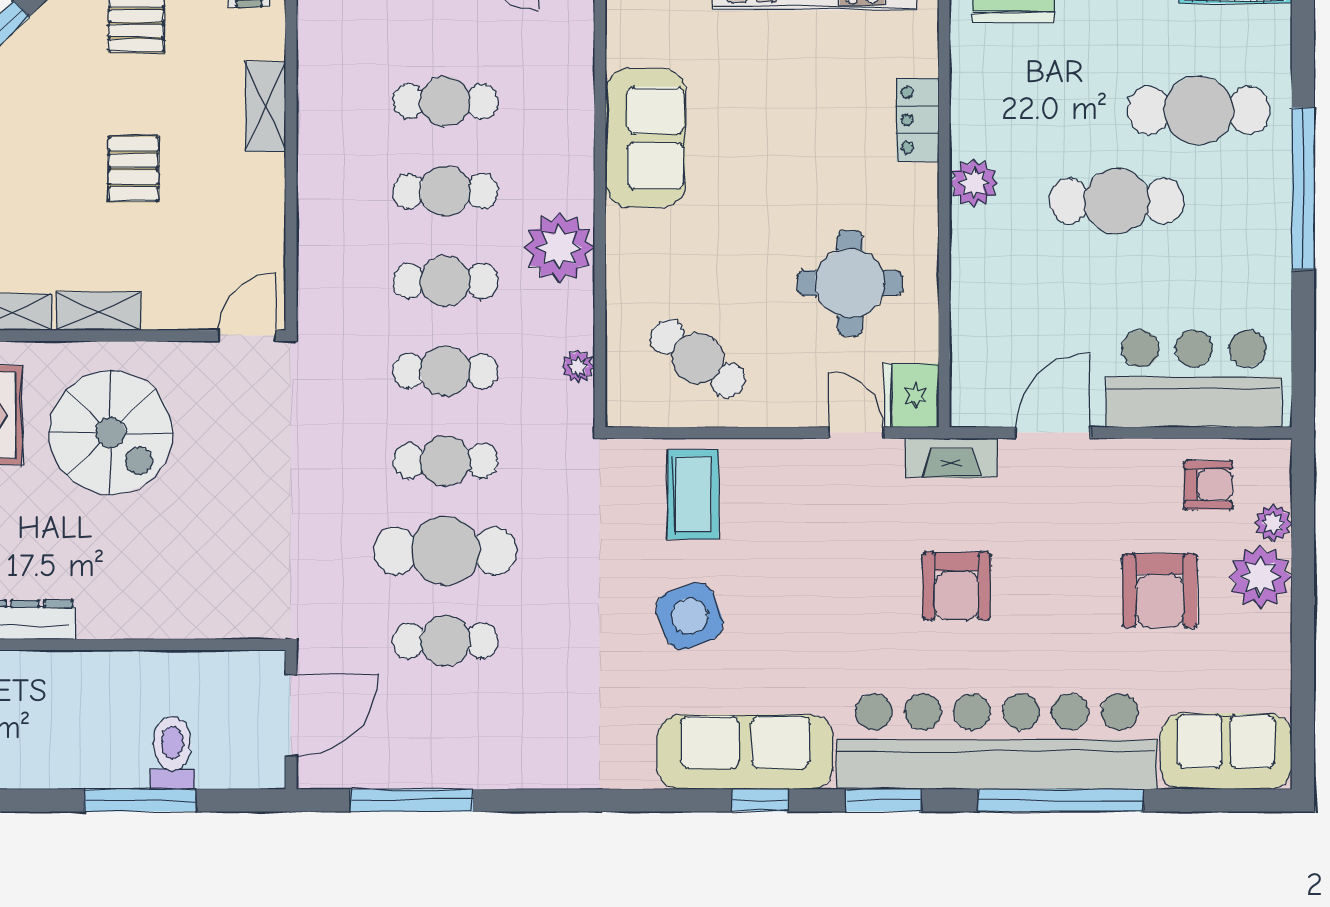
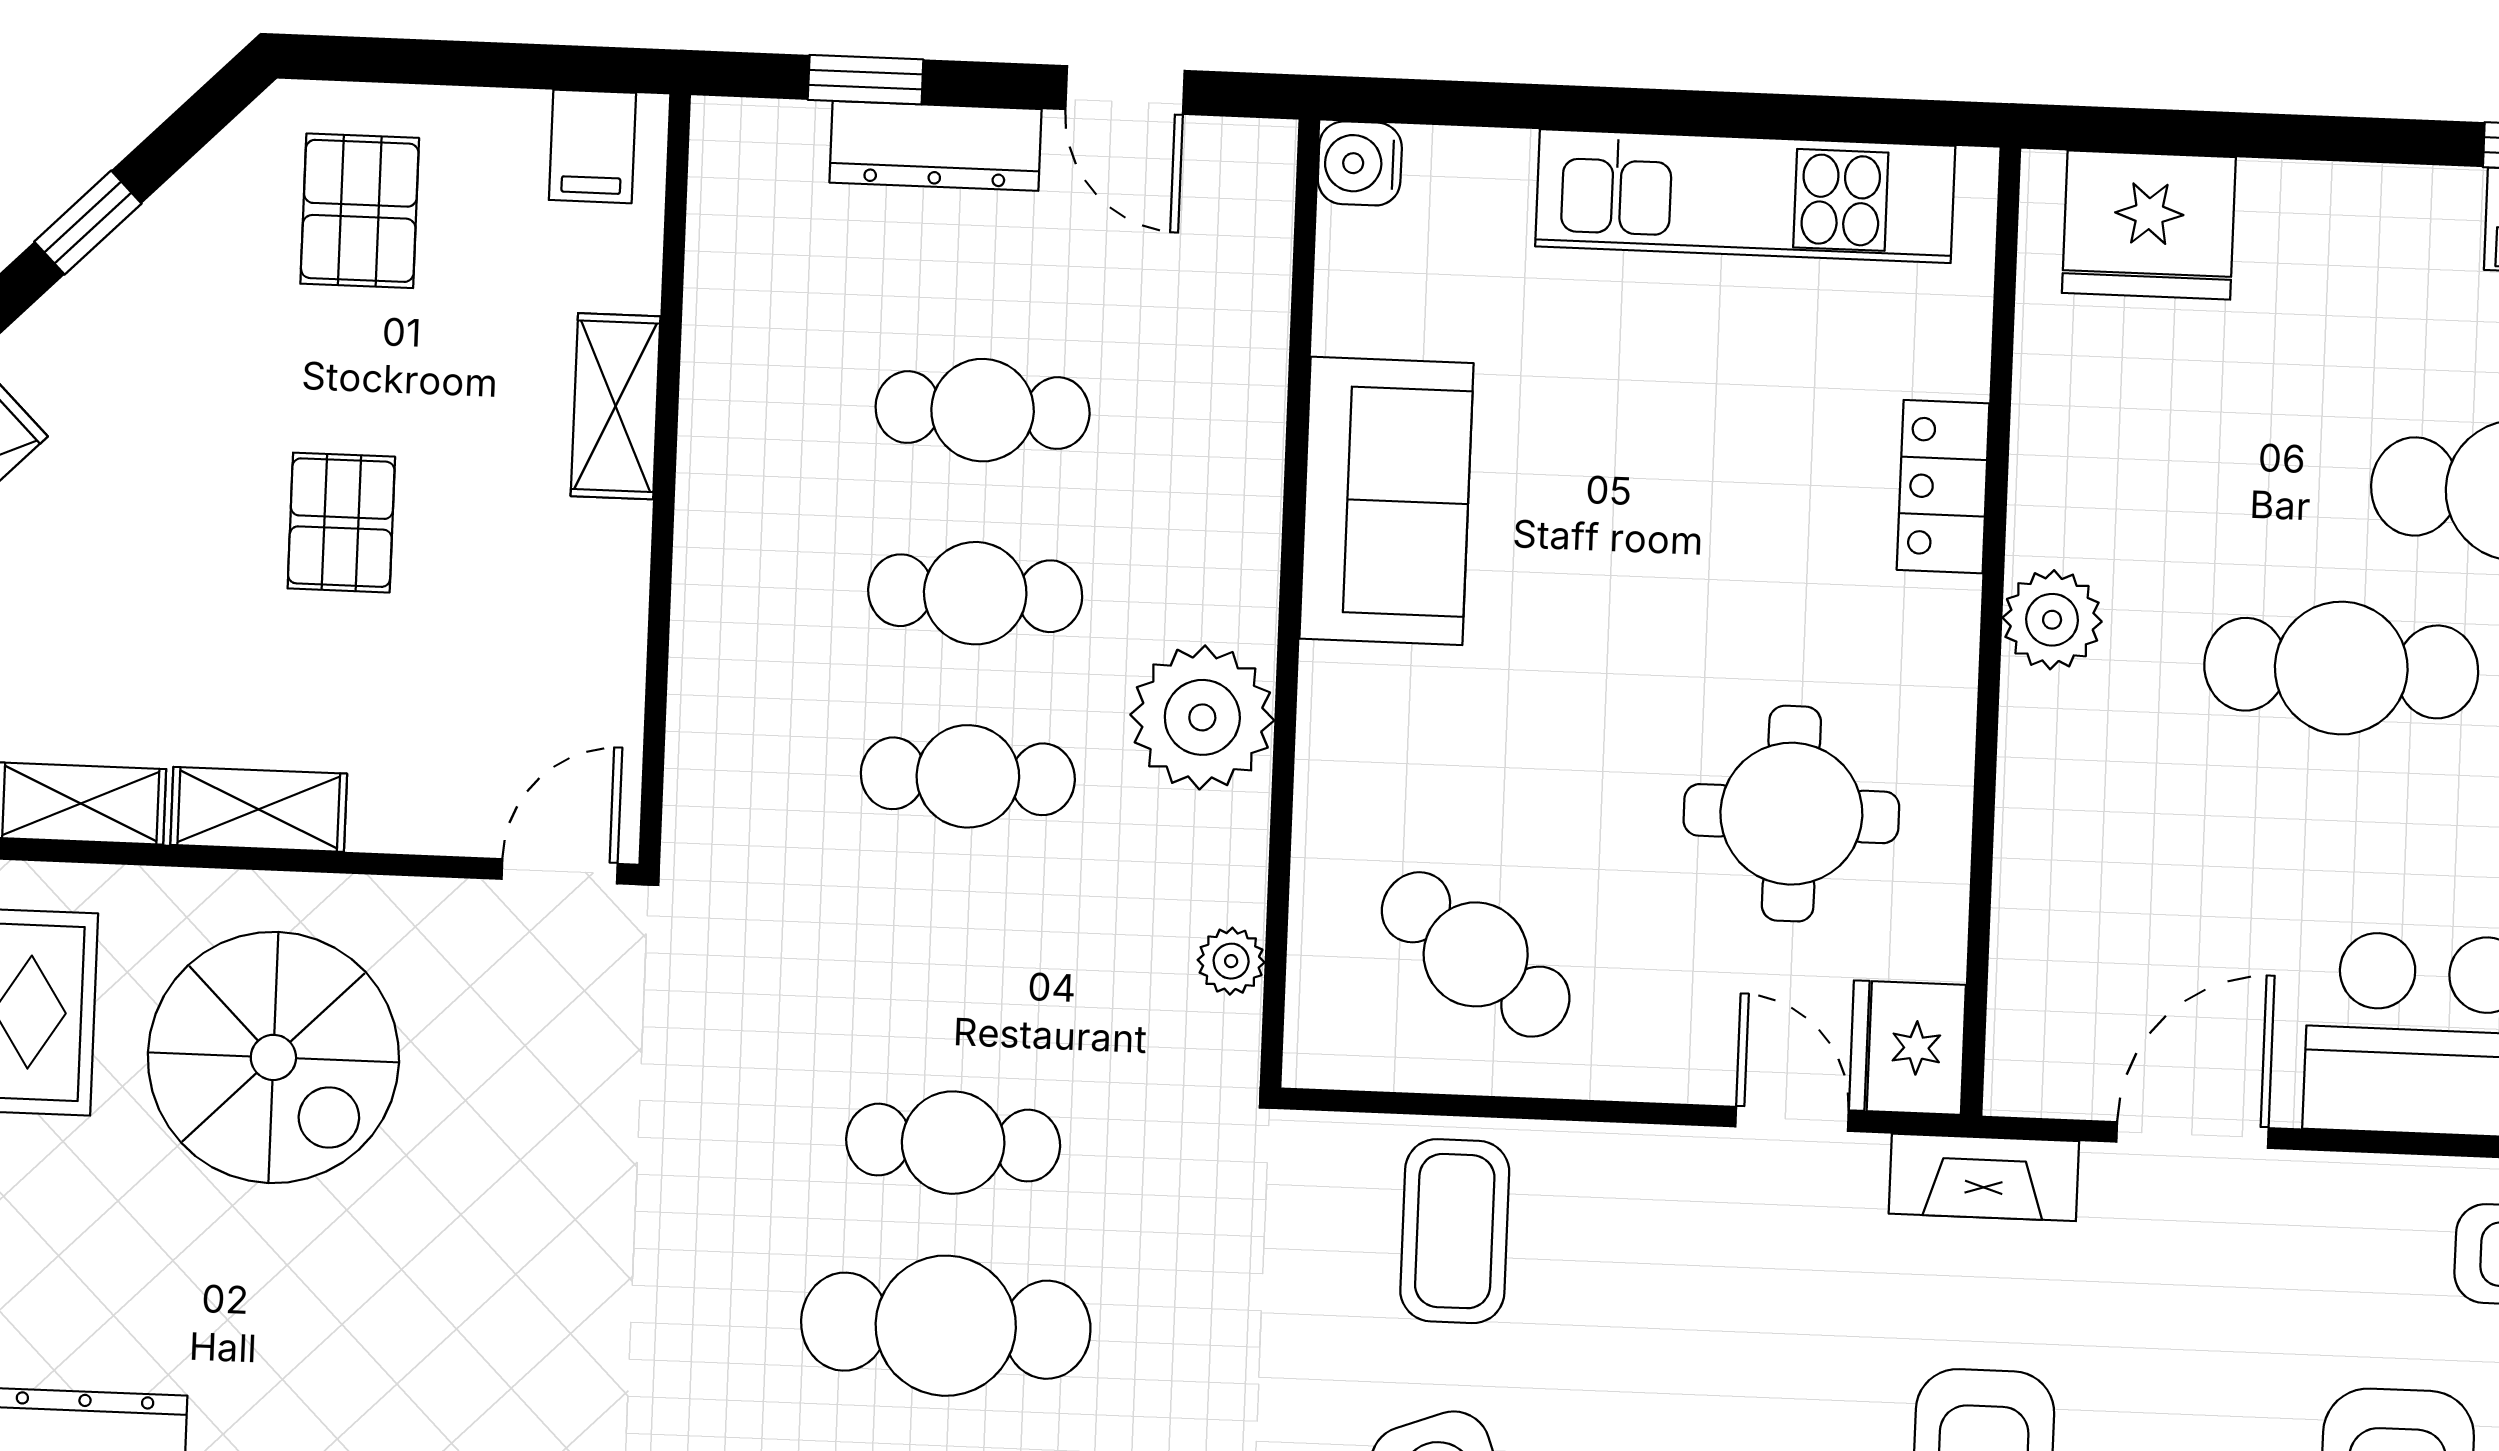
cafe table: (445, 371) -> (960, 959), removed

